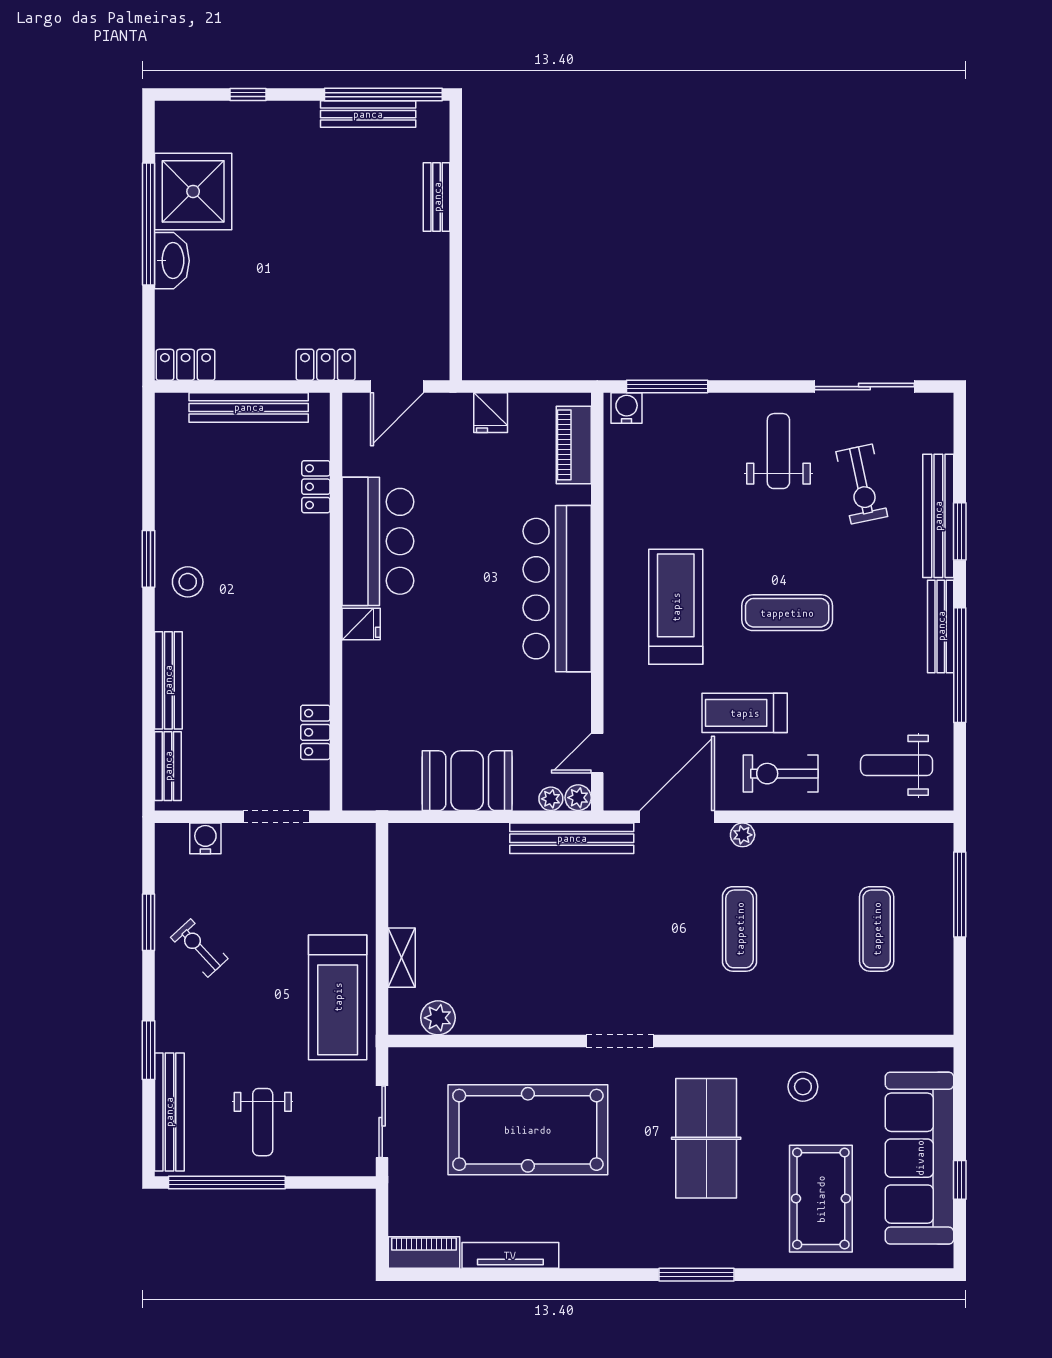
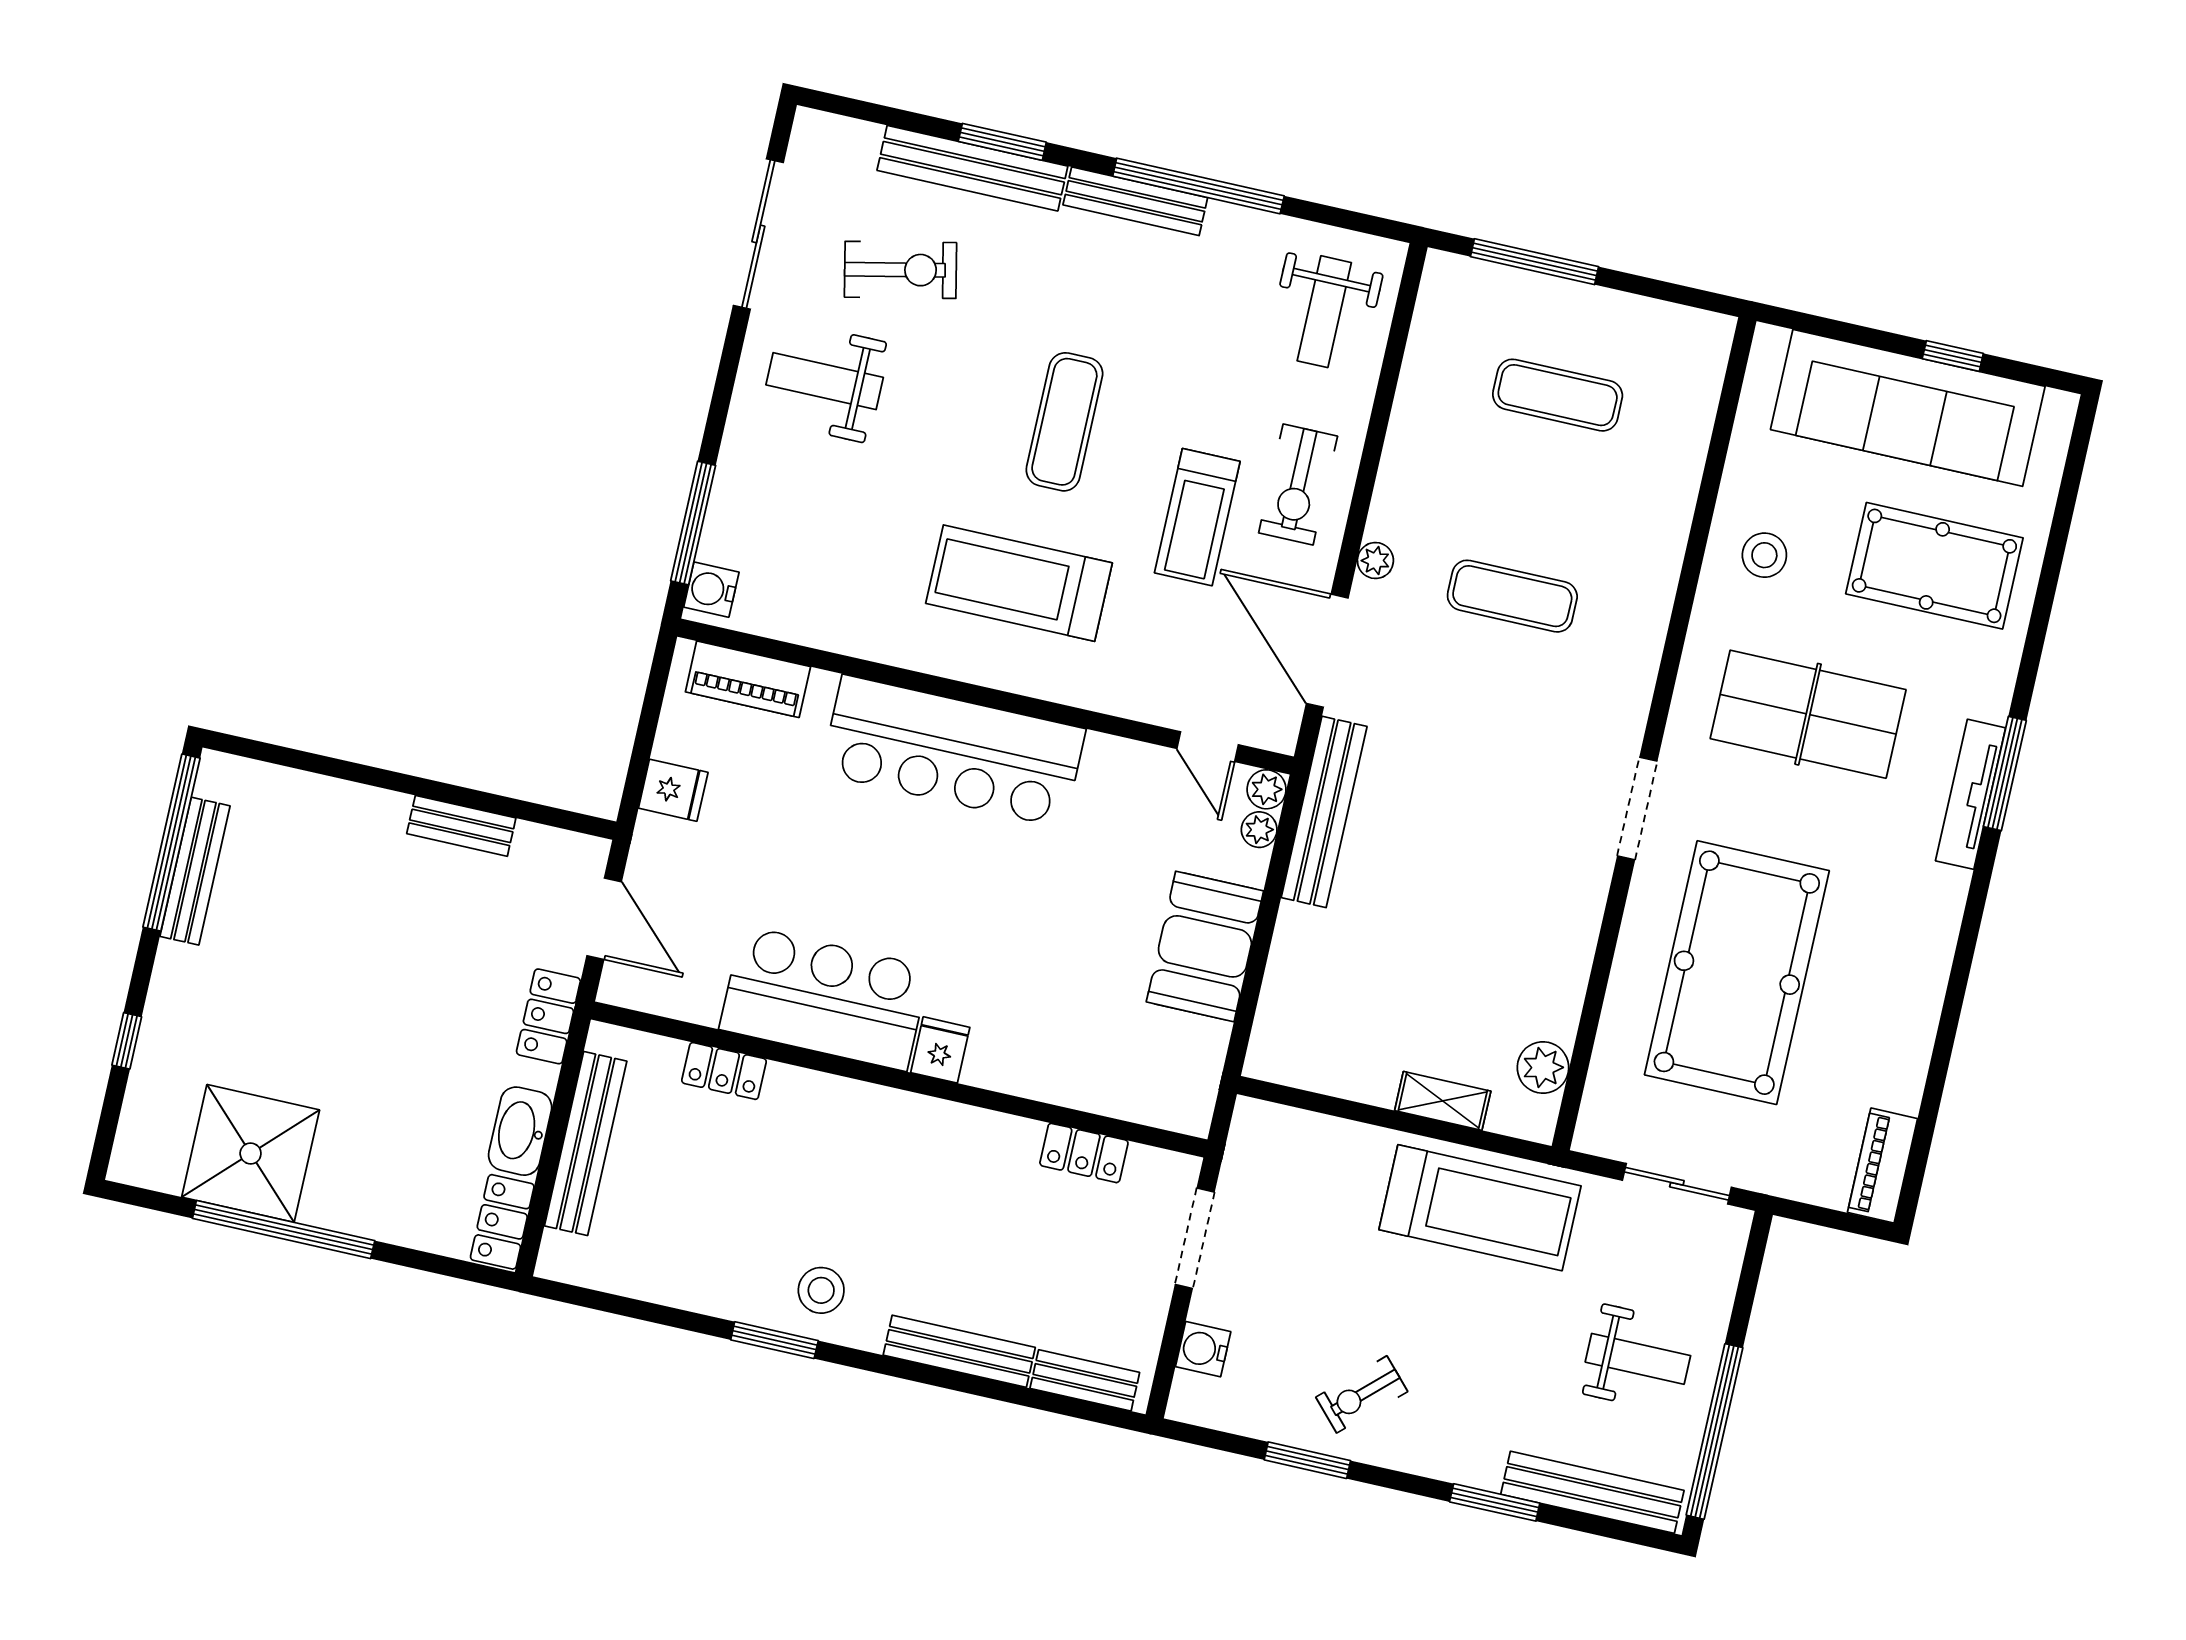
bench: (437, 197) -> (461, 826), moved
washbasin: (172, 261) -> (520, 1131), moved, turned -90
tv unit: (510, 1255) -> (1971, 794), moved

